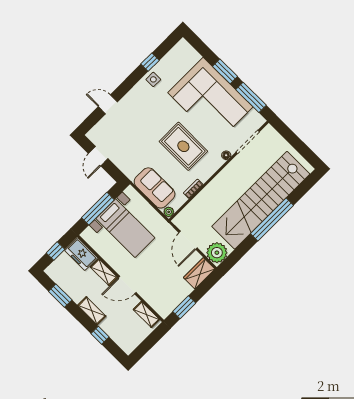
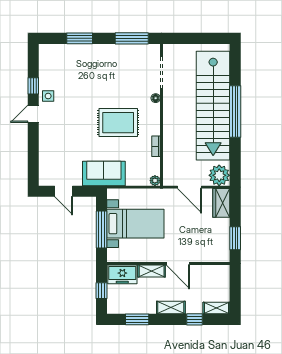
window: (225, 71) -> (80, 38), moved
corner sofa: (210, 100) -> (104, 70), removed
door: (108, 104) -> (33, 114), moved
sofa: (155, 188) -> (104, 173), moved
door: (127, 285) -> (178, 264), hinge flipped
shelving: (146, 314) -> (216, 308), moved

